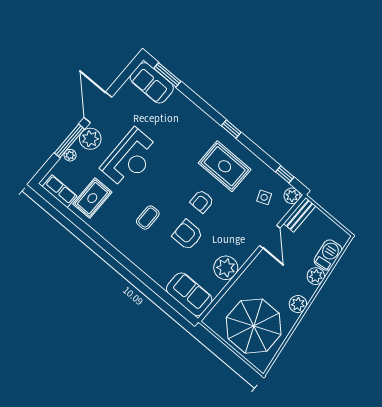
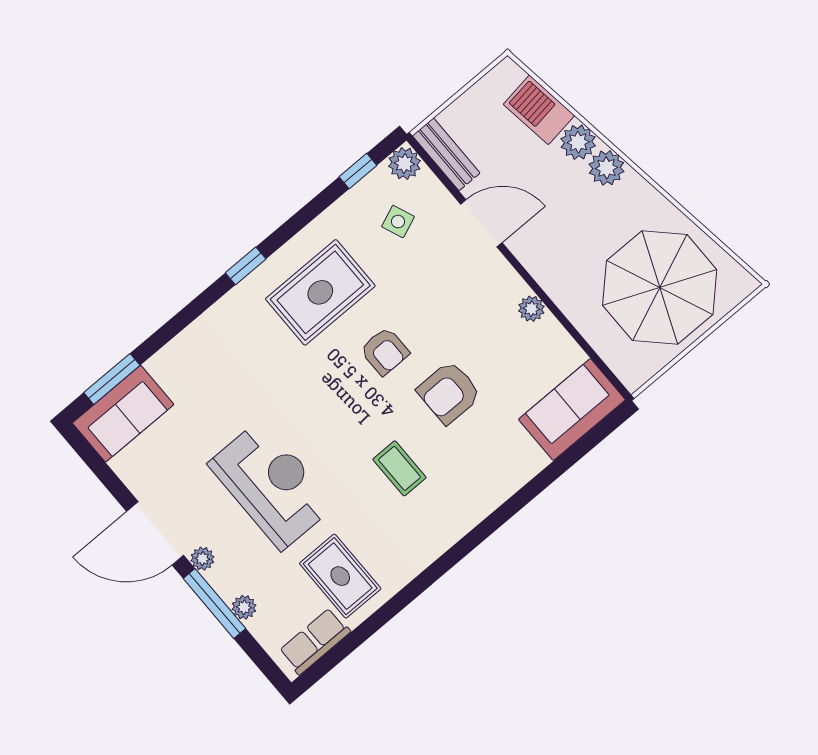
plant: (90, 139) -> (202, 559), width x0.53, depth x0.53
plant: (226, 268) -> (531, 309), width x0.53, depth x0.53
plant: (298, 304) -> (606, 168), moved

